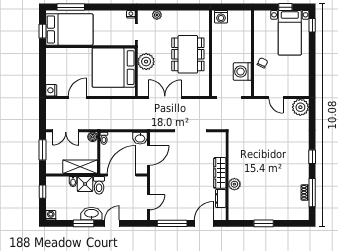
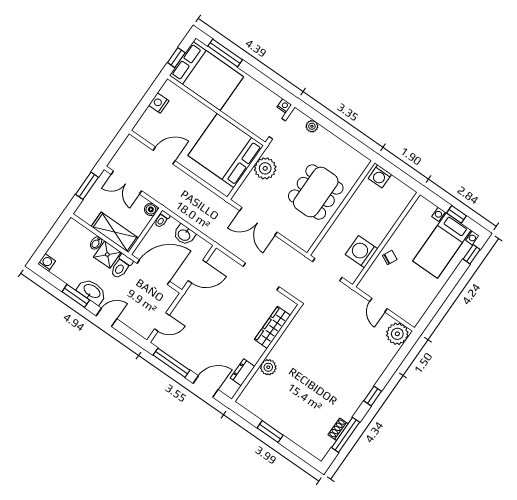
nightstand: (51, 90) -> (159, 103), moved
double door: (165, 98) -> (258, 221), swing flipped
washbasin: (140, 138) -> (184, 235), moved
wardrobe: (220, 173) -> (272, 327), moved
window: (43, 192) -> (56, 231), removed

